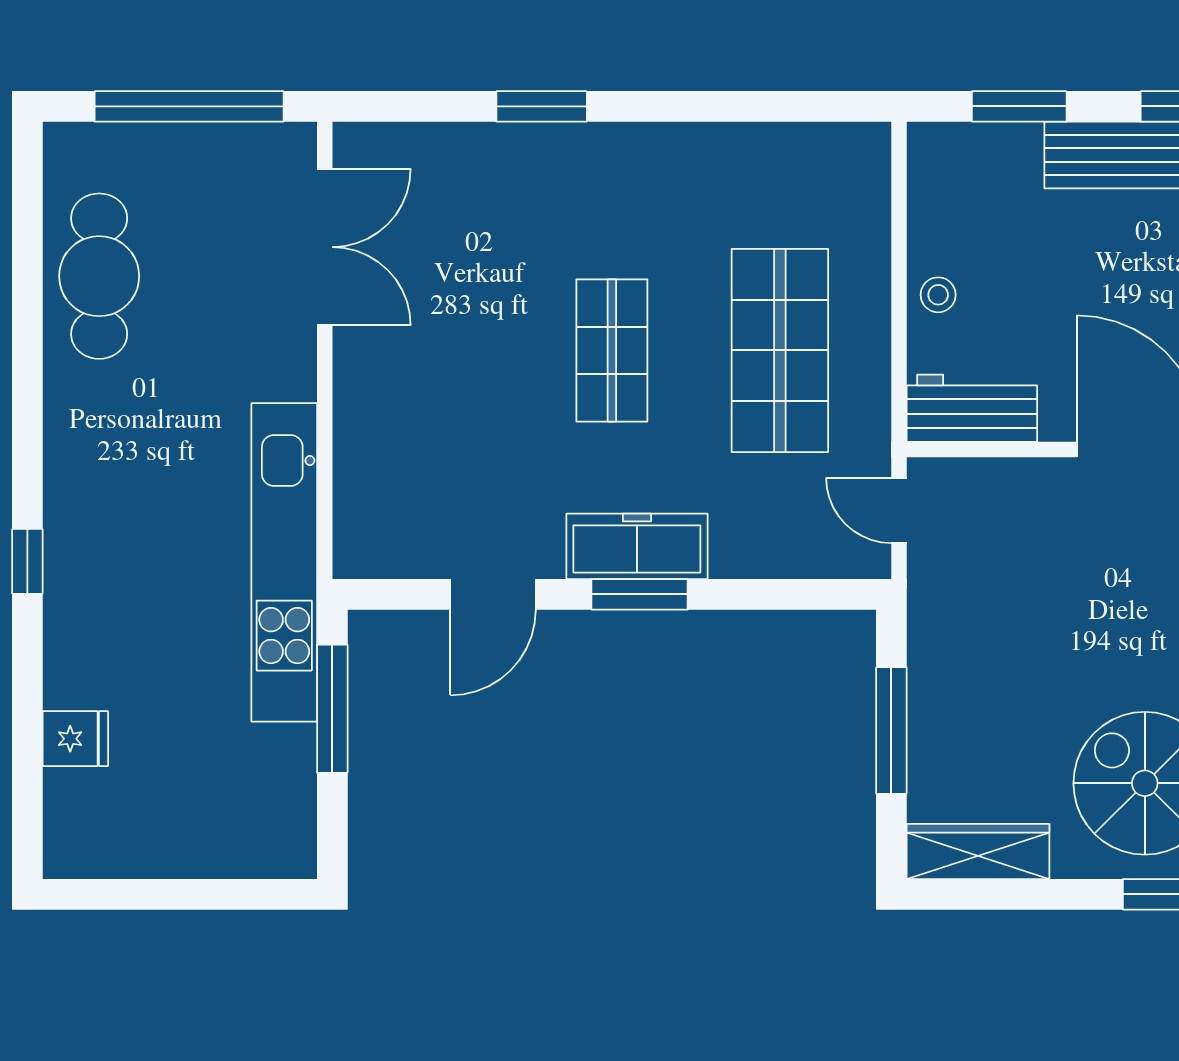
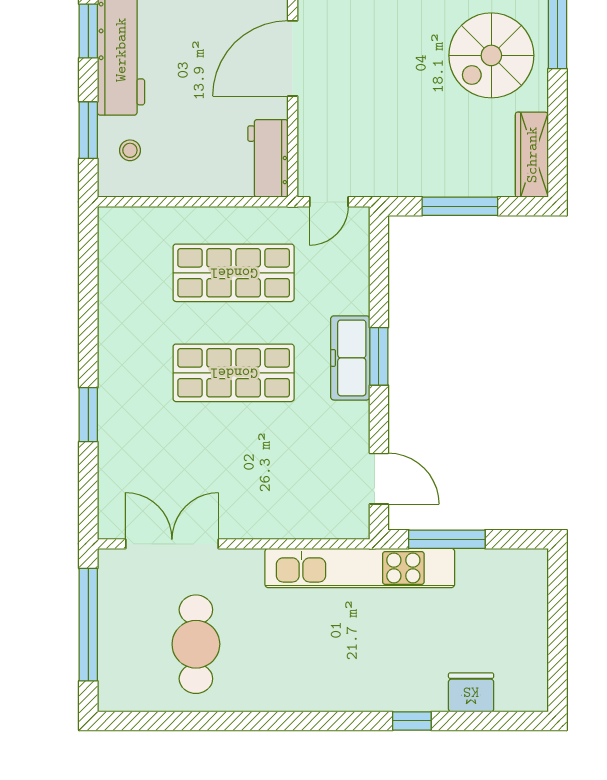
cafe table: (99, 276) -> (196, 644), moved, turned 90
stool: (938, 295) -> (130, 150), moved
shop shelf: (612, 350) -> (234, 373), width x1.43, depth x1.36
window: (27, 561) -> (412, 721), moved
door: (493, 594) -> (379, 479), moved
fridge: (75, 739) -> (471, 692), width x1.38

